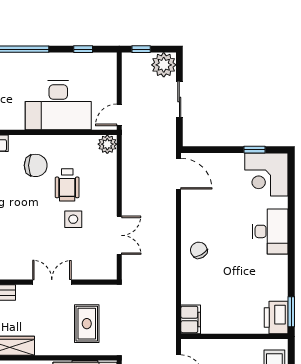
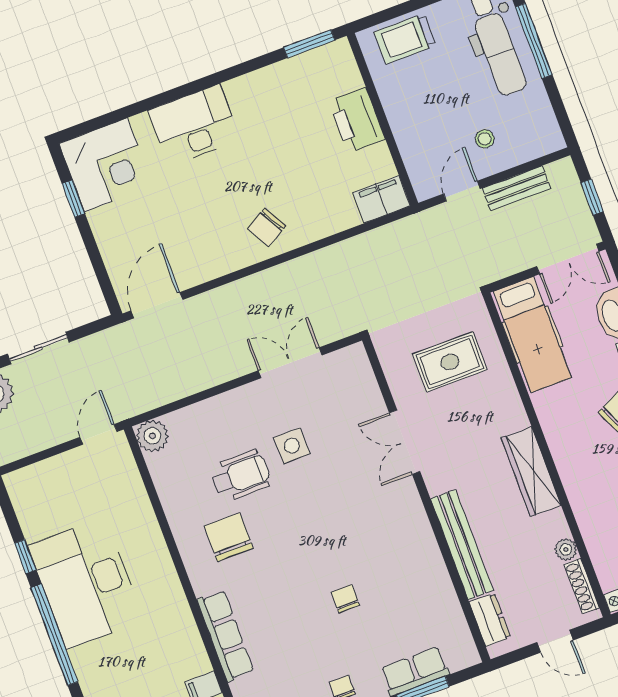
window: (83, 49) -> (25, 557), moved
desk: (58, 105) -> (86, 583), moved, turned 180
door: (119, 115) -> (98, 434), swing flipped
printer: (276, 318) -> (357, 120), moved, turned 90

